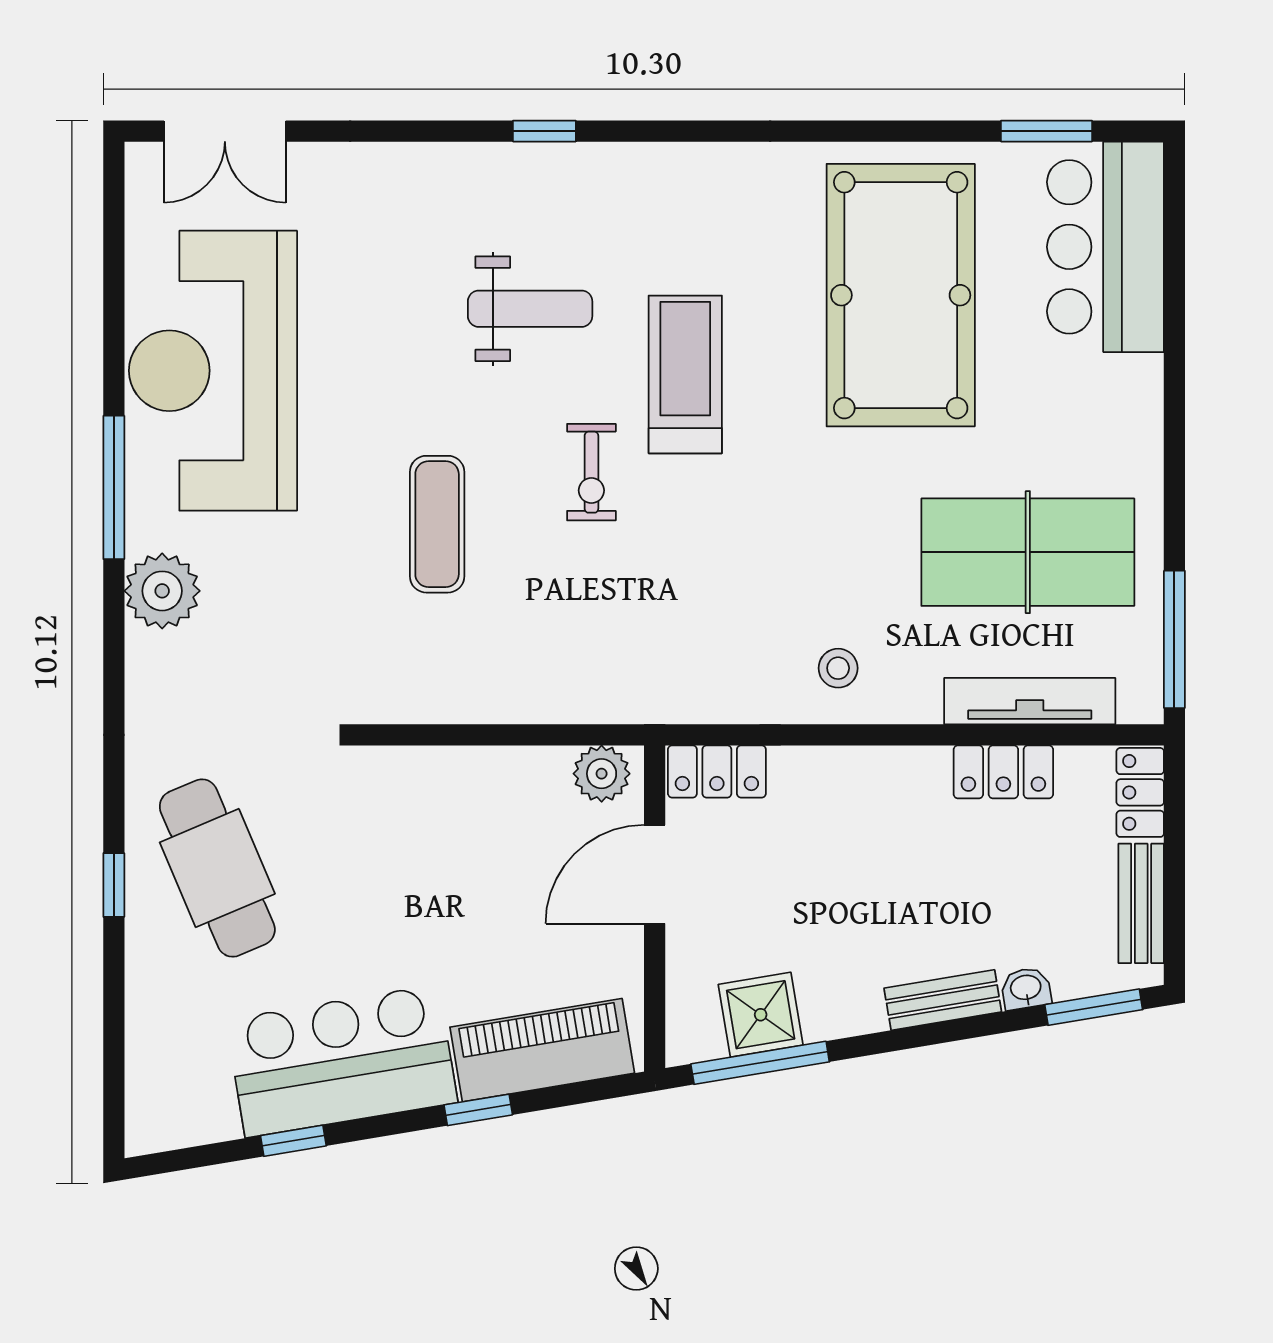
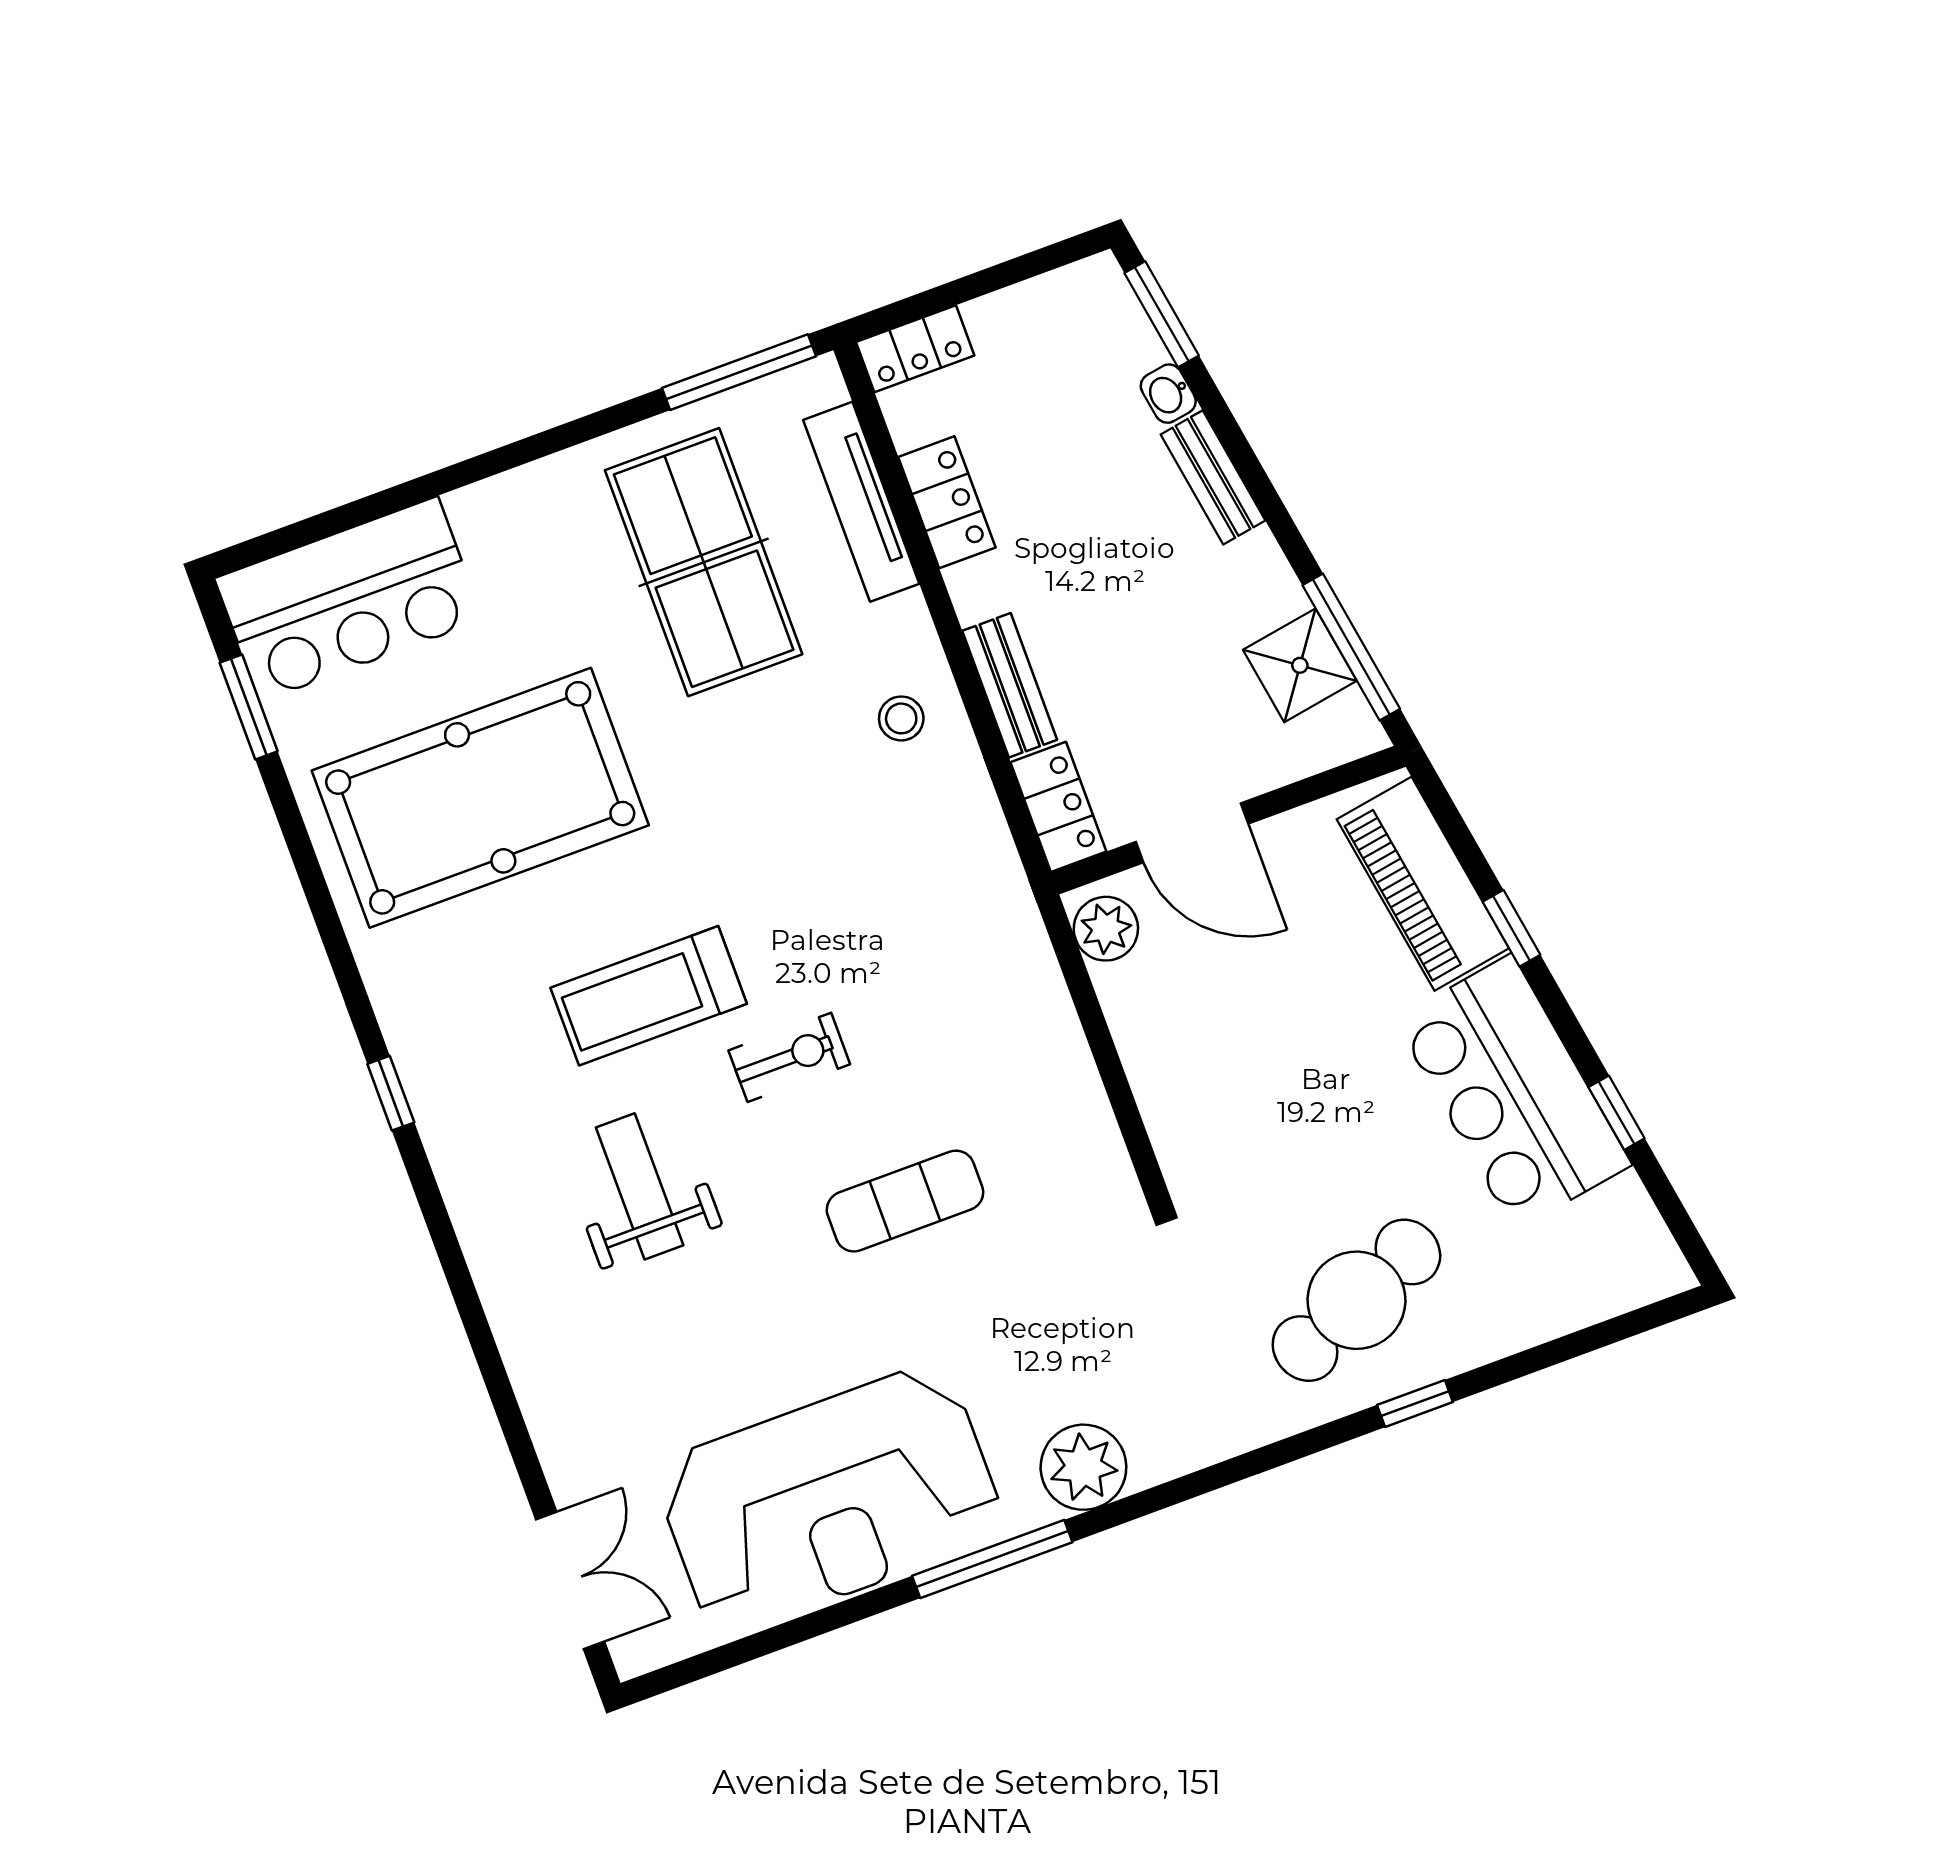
window: (544, 131) -> (391, 1093), moved
bench: (1141, 903) -> (1010, 685), moved, turned 90

